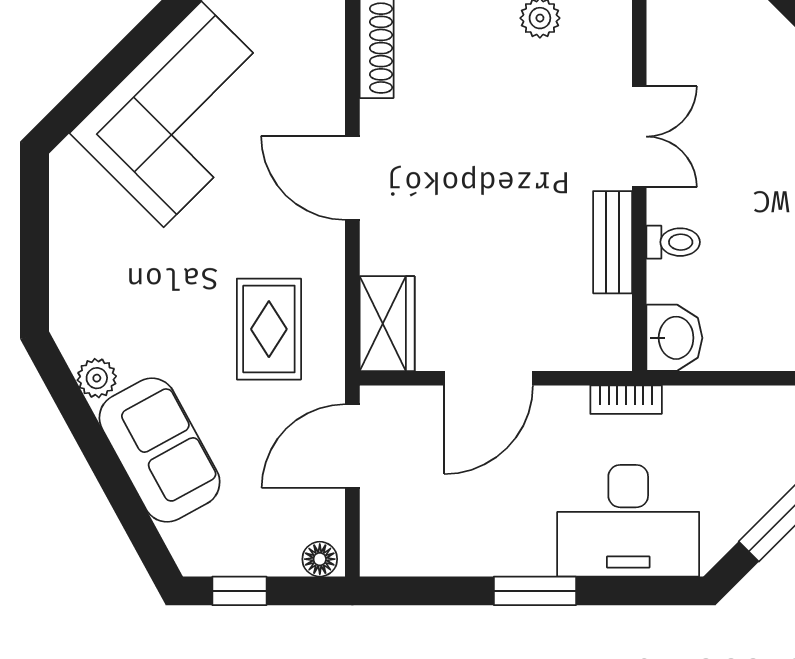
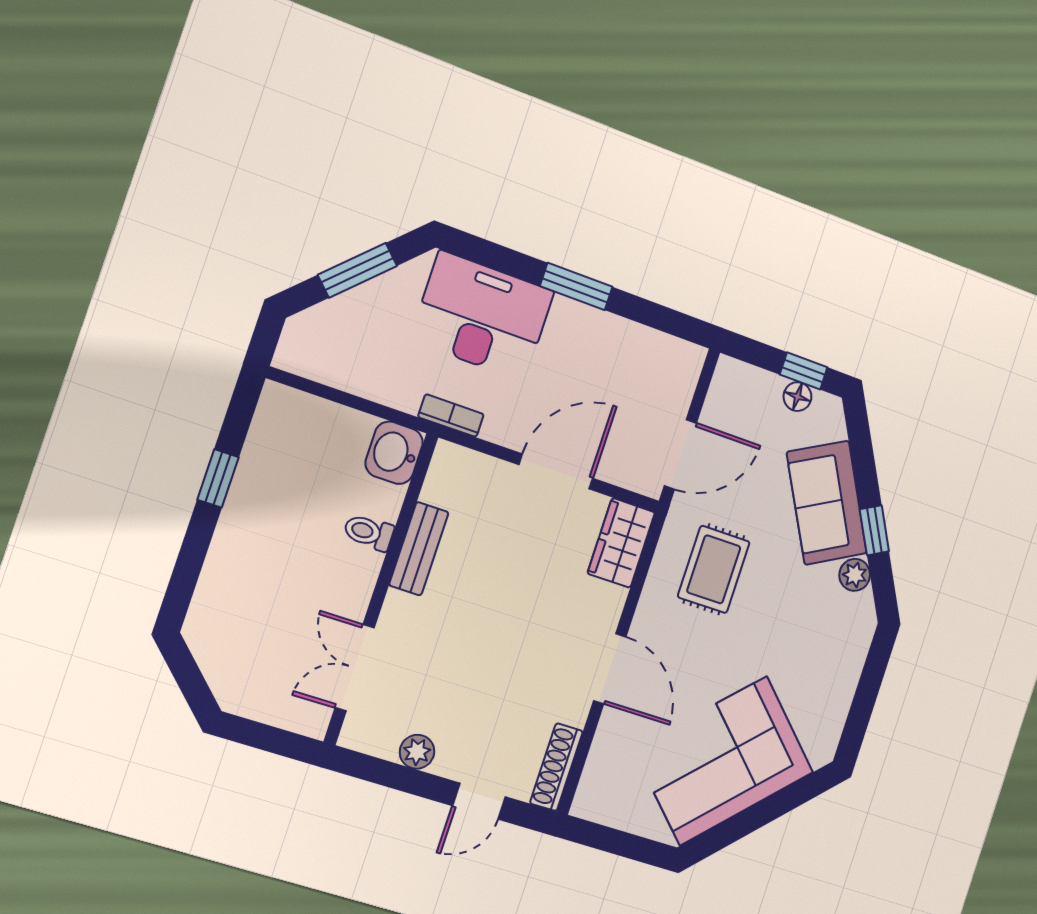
double door: (639, 137) -> (355, 668), moved
window: (90, 438) -> (874, 530), added
floor lamp: (320, 559) -> (797, 397), moved

